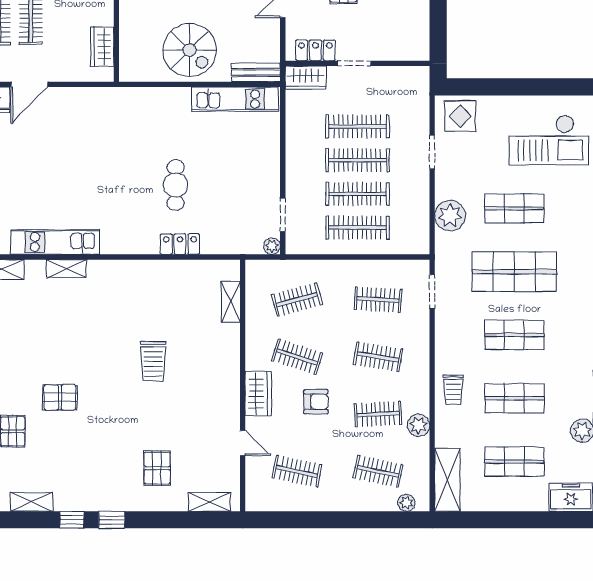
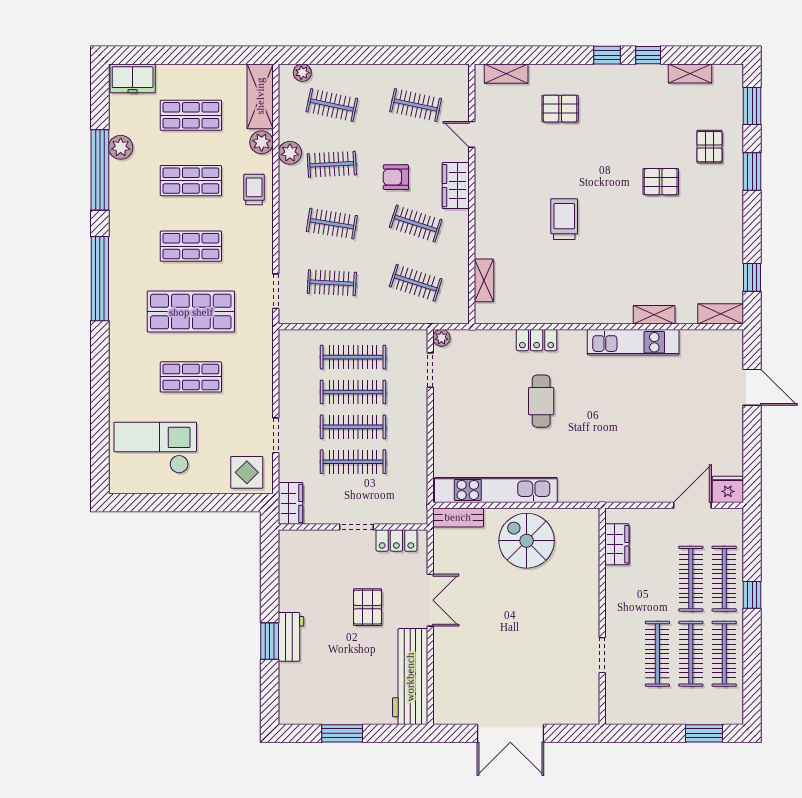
wardrobe: (306, 78) -> (291, 503), moved, turned 90
kitchen unit: (235, 99) -> (496, 490), width x1.36
plant: (450, 216) -> (262, 142), moved, width x0.73, depth x0.73
kitchen unit: (55, 242) -> (633, 342), moved
clothes rail: (297, 299) -> (416, 283), turned 33
pallet: (157, 468) -> (560, 109), turned 90

